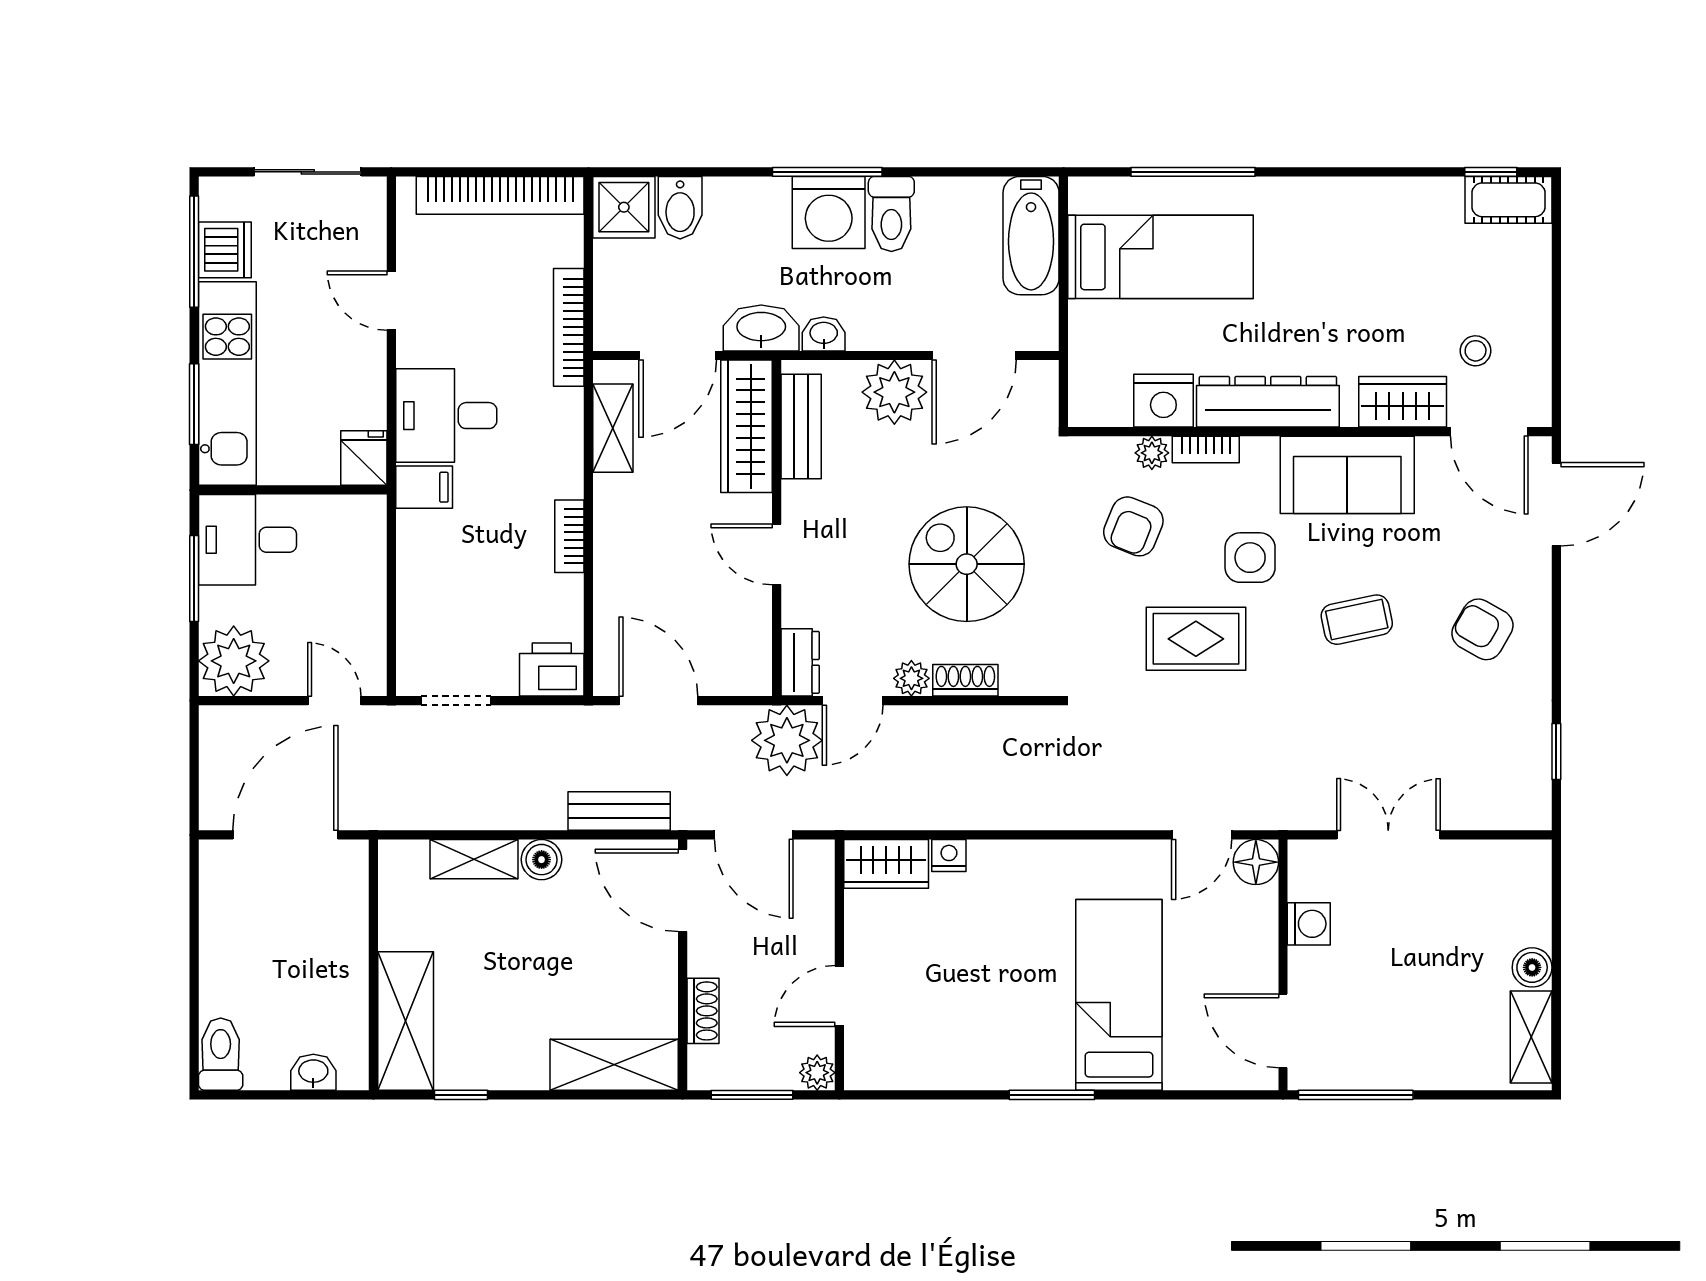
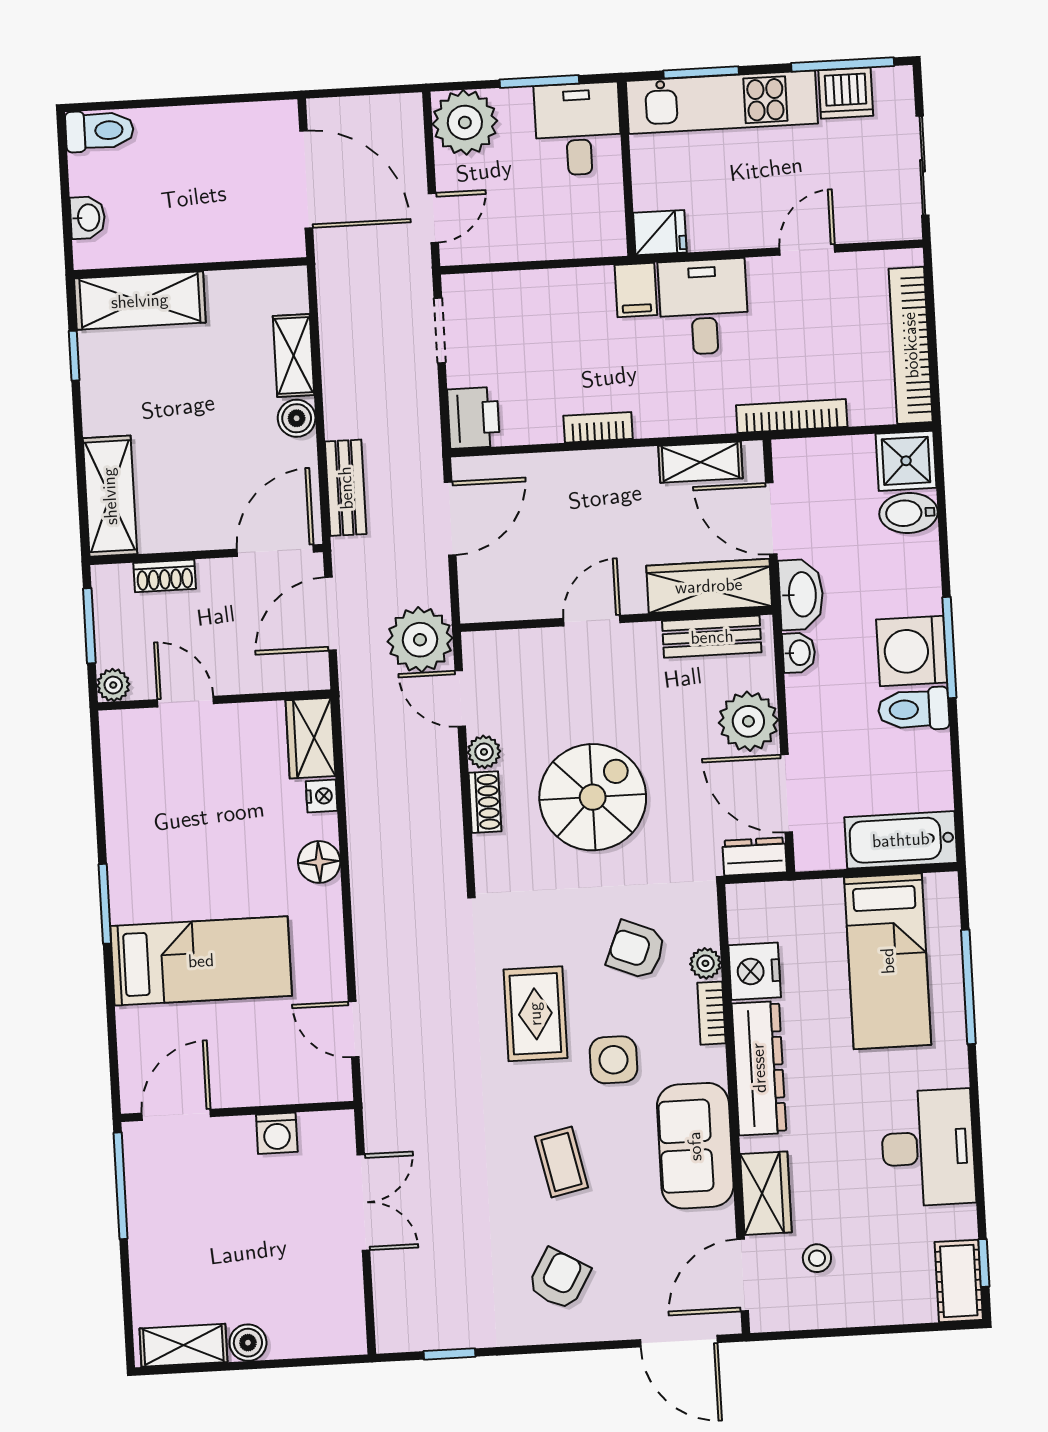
desk: (1363, 225) -> (928, 1148), added
dresser: (800, 662) -> (755, 856), moved, turned 180
floor lamp: (1256, 862) -> (319, 862), moved

